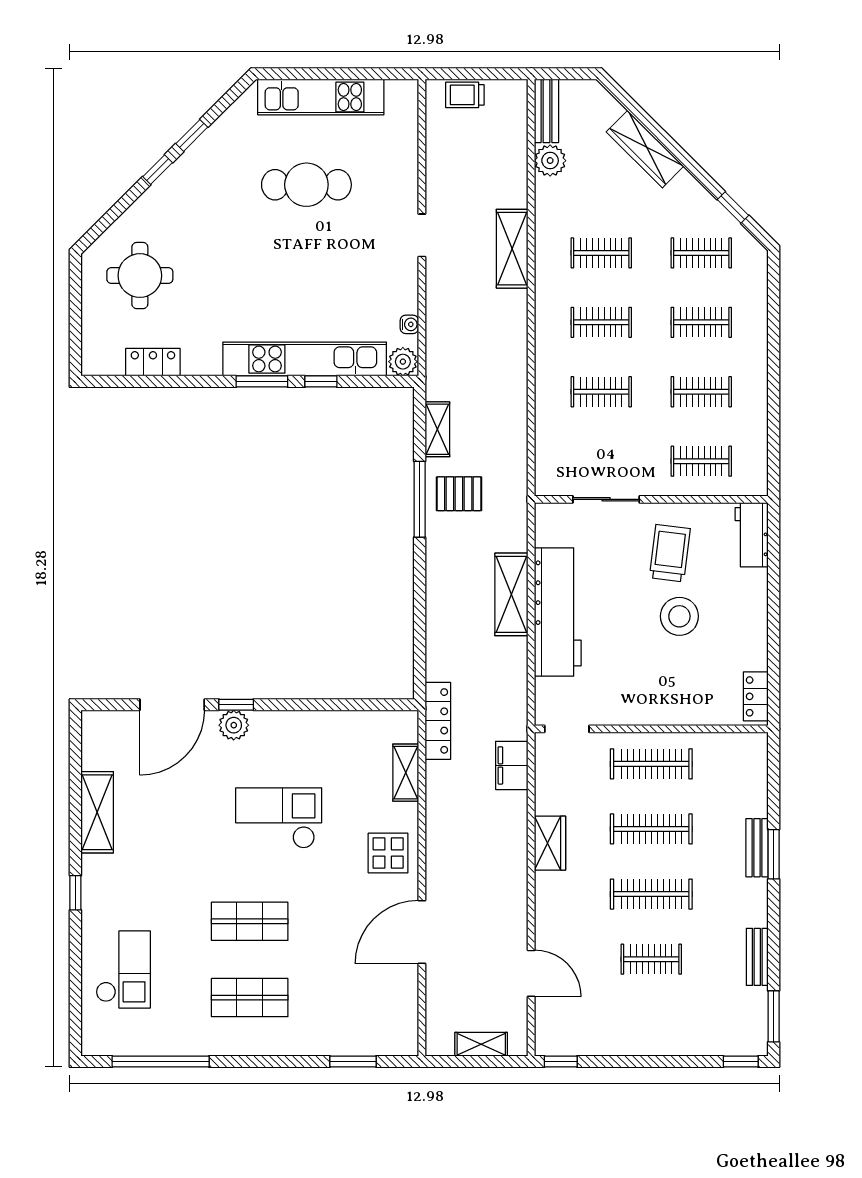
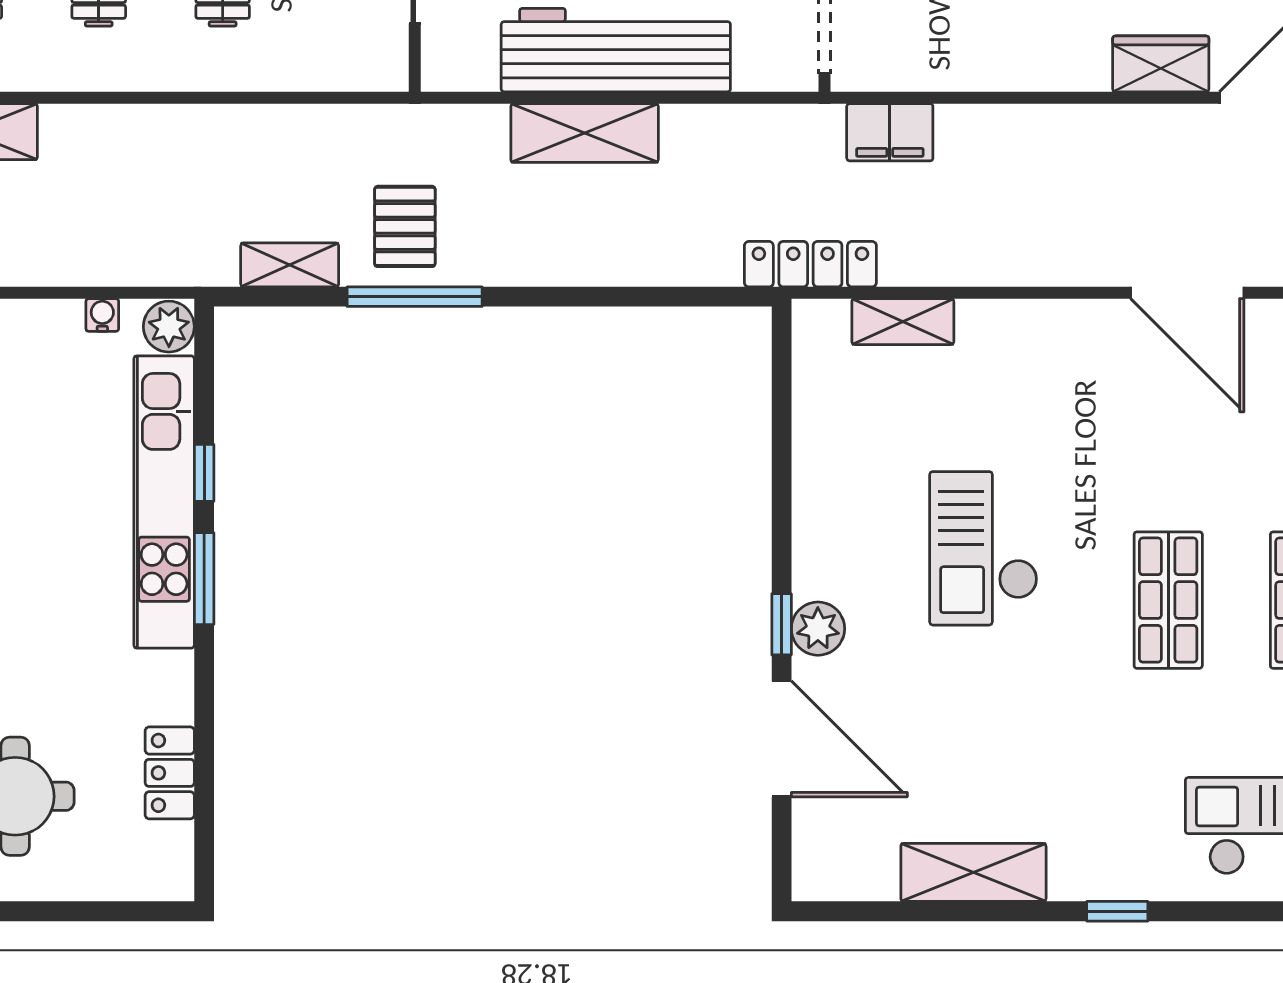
wardrobe: (550, 843) -> (1161, 64), moved
display table: (388, 853) -> (1046, 353), removed

